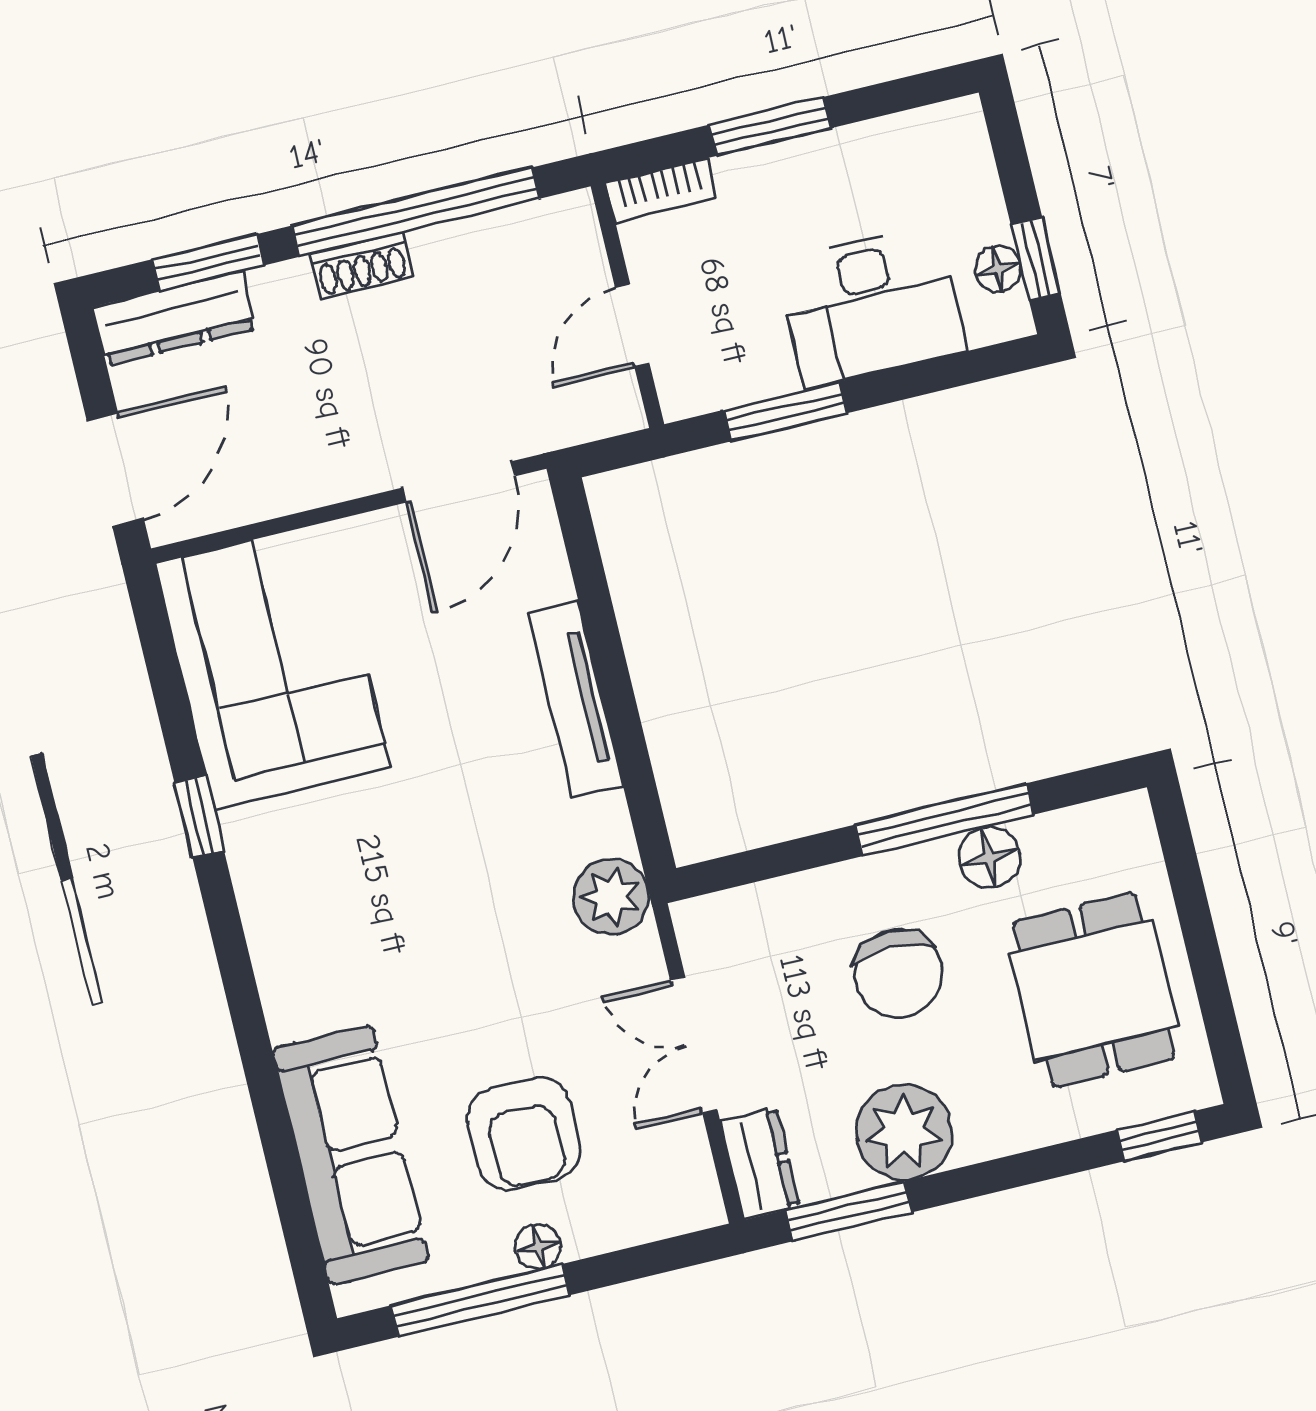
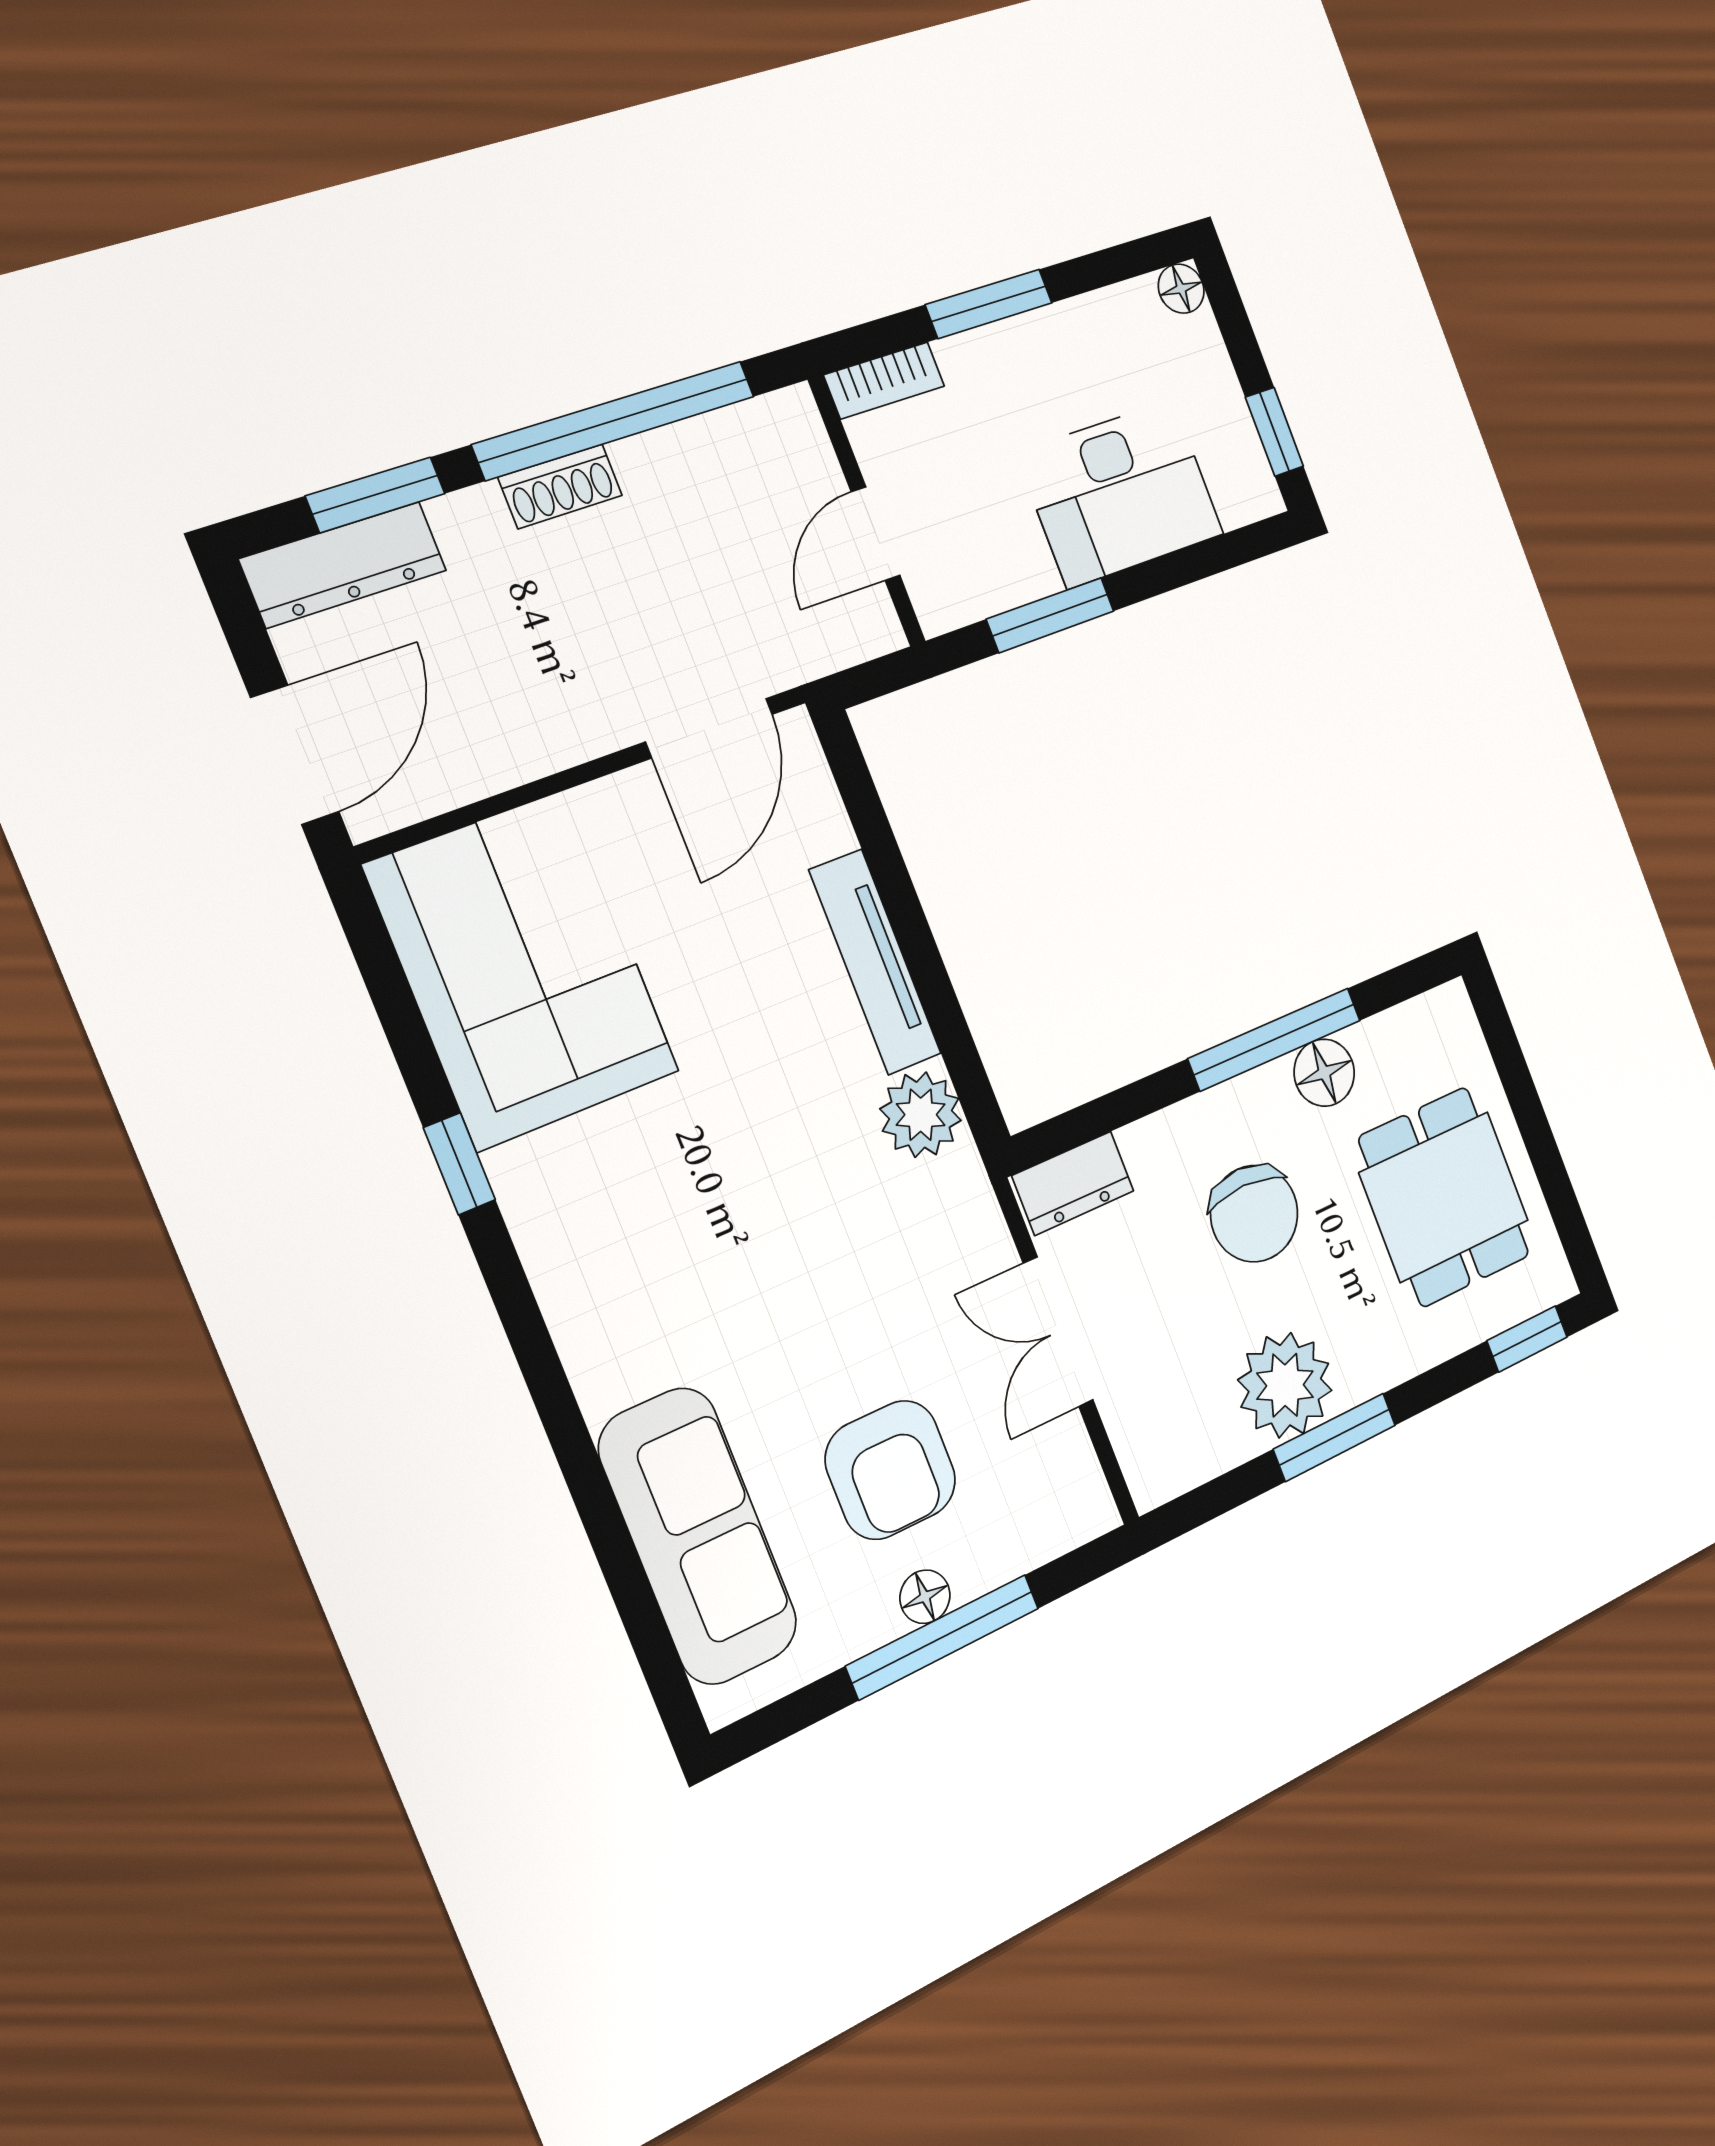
floor lamp: (998, 269) -> (1181, 289), moved
plant: (611, 897) -> (921, 1115), moved
dresser: (760, 1164) -> (1073, 1183), moved, turned 90
window: (849, 1211) -> (1335, 1437), moved
window: (480, 1300) -> (943, 1637), moved

